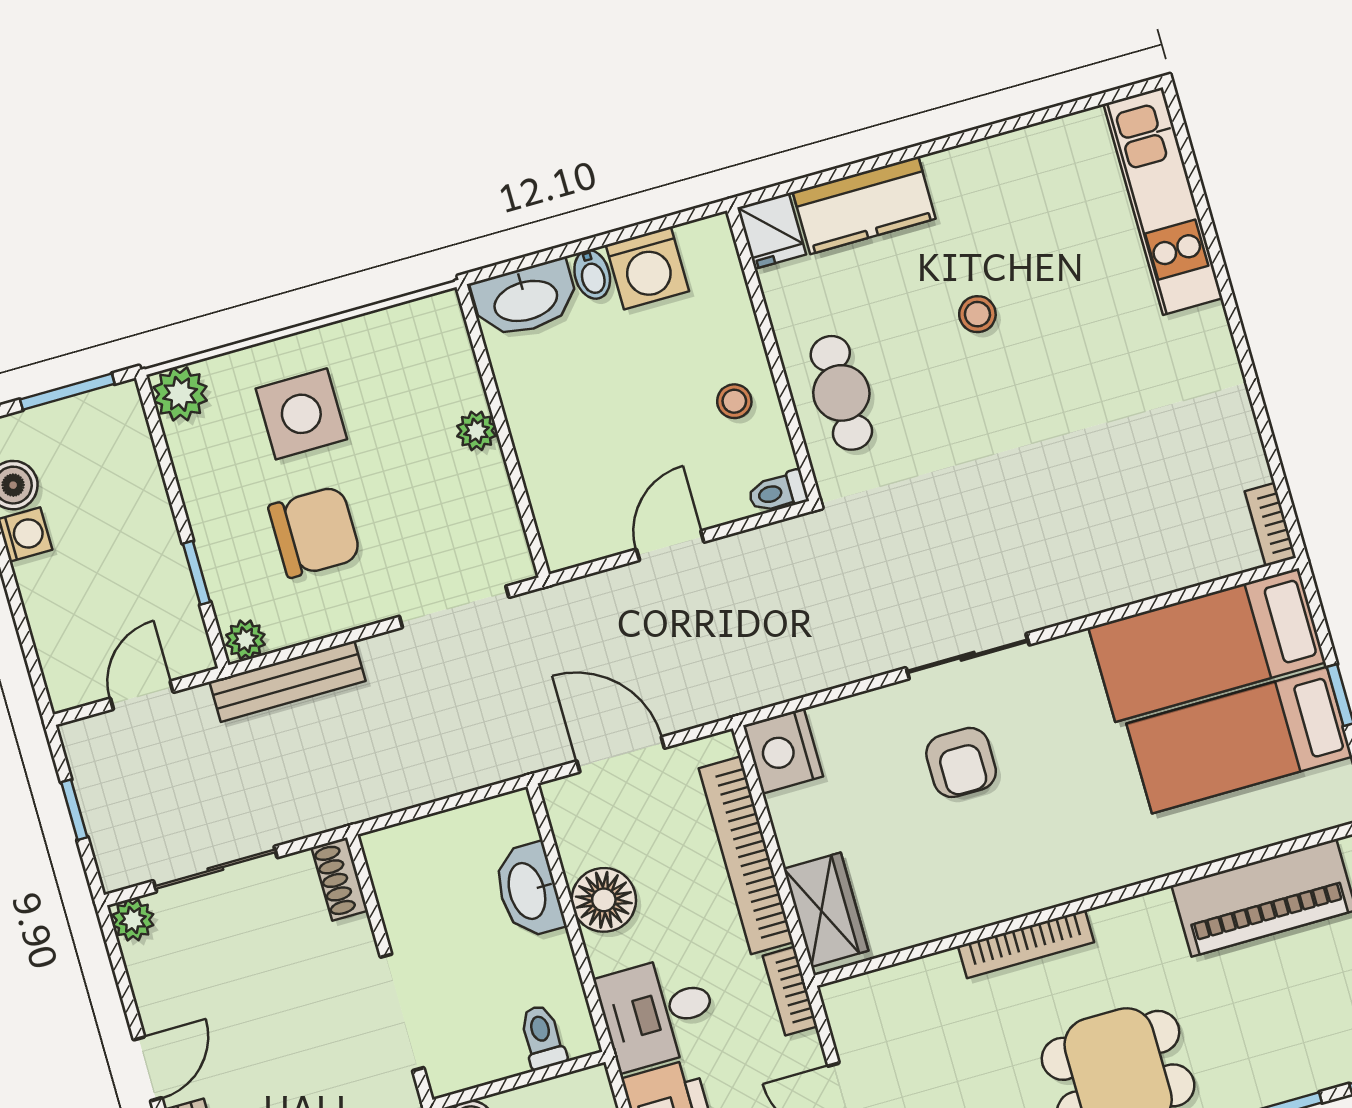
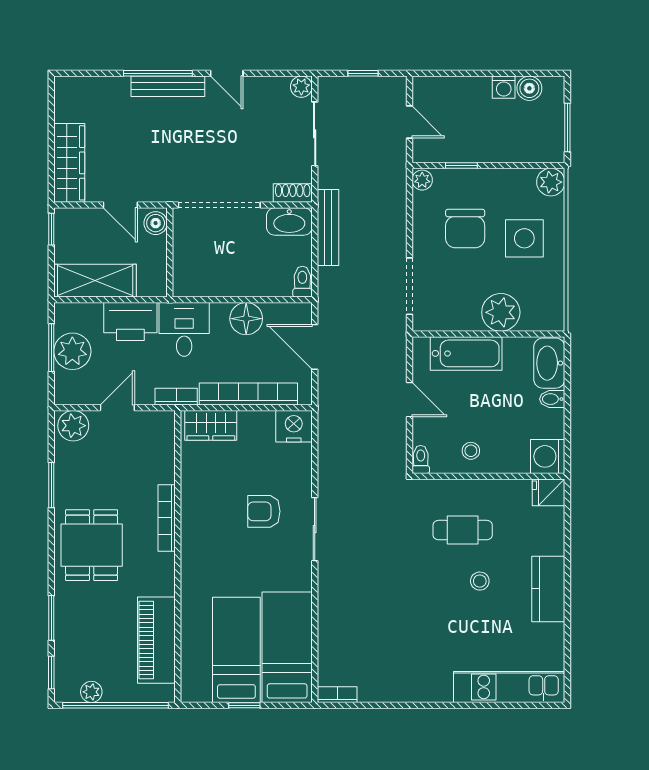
kitchen counter: (864, 205) -> (548, 589), moved
washing machine: (647, 268) -> (548, 456), moved
cafe table: (841, 393) -> (463, 530), moved
plant: (476, 431) -> (501, 312), width x1.87, depth x1.87
bathtub: (552, 463) -> (466, 353), added
bench: (288, 681) -> (328, 227), moved
door: (621, 754) -> (315, 347), swing flipped
washbasin: (529, 891) -> (289, 221), moved, turned 180
doorway: (402, 1012) -> (219, 205), width x1.36
toilet: (542, 1037) -> (302, 282), moved, turned -90

